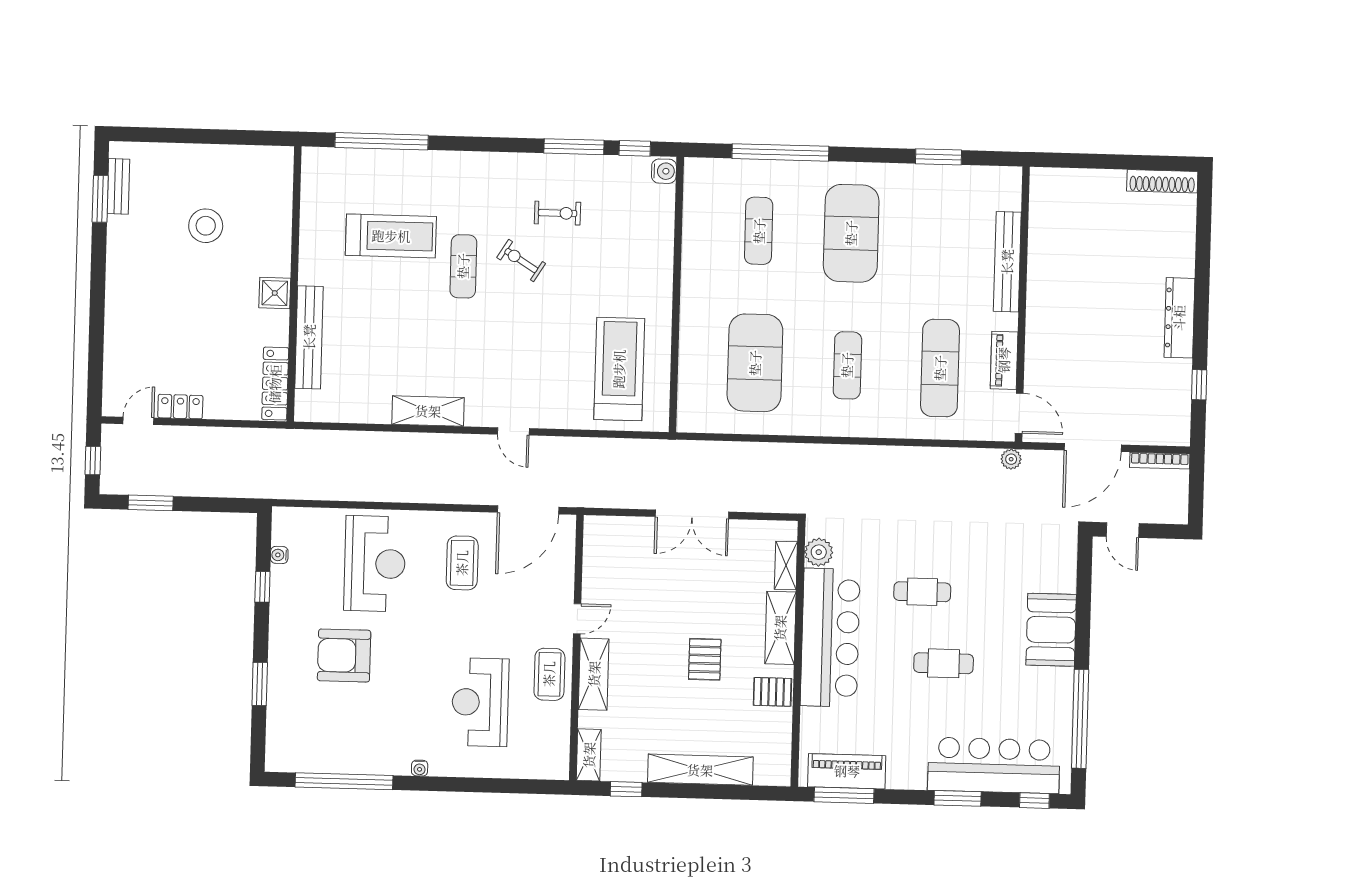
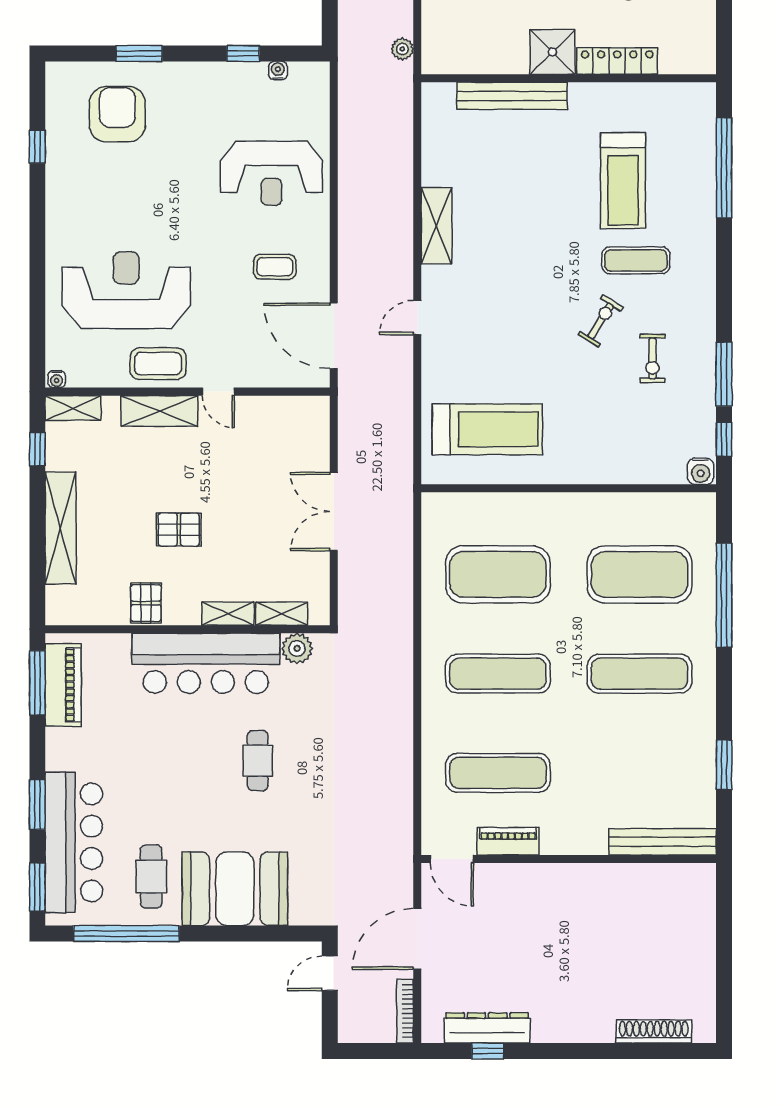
shoe rack: (1162, 181) -> (654, 1031), moved, turned 90
exercise mat: (759, 231) -> (640, 574), width x2.00, depth x1.45
exercise mat: (851, 233) -> (640, 674), width x0.68
bench: (1007, 262) -> (663, 842), moved
exercise mat: (463, 266) -> (636, 260), moved
shower: (275, 293) -> (552, 52), width x1.36, depth x1.36
dresser: (1179, 318) -> (487, 1028), moved
exercise mat: (847, 365) -> (498, 674), width x1.36, depth x1.45
locker: (275, 384) -> (617, 61), moved
door: (1019, 413) -> (452, 859), hinge flipped
door: (1093, 448) -> (417, 939), hinge flipped
plant: (1011, 459) -> (402, 49), moved
coffee table: (462, 563) -> (275, 267), width x0.73, depth x0.77
shelving: (780, 628) -> (228, 614), width x0.67, depth x0.75
booth: (1051, 630) -> (235, 889), width x1.36, depth x1.42
armchair: (344, 655) -> (117, 114), moved
cafe table: (944, 663) -> (151, 877), moved
reception desk: (480, 702) -> (126, 290), width x1.36, depth x1.30
water cooler: (420, 768) -> (57, 379), moved, turned -90
window: (344, 781) -> (37, 147), width x0.32
window: (1034, 801) -> (37, 887), width x1.50

